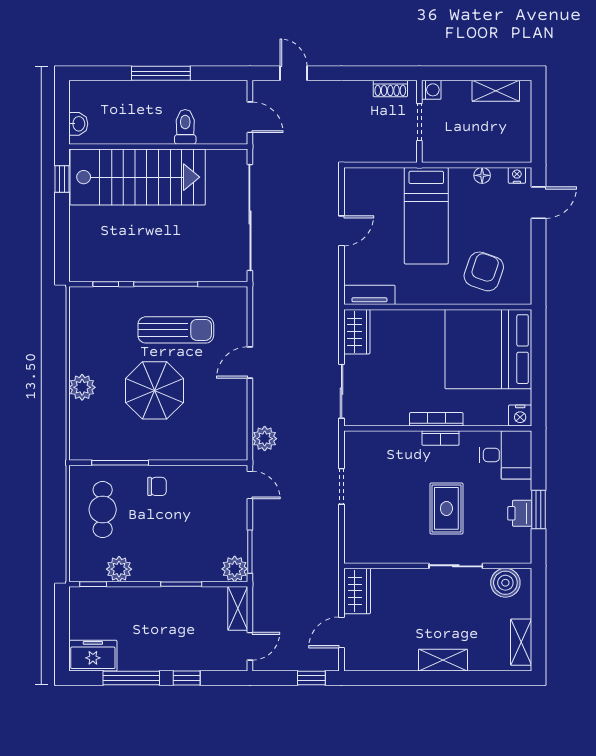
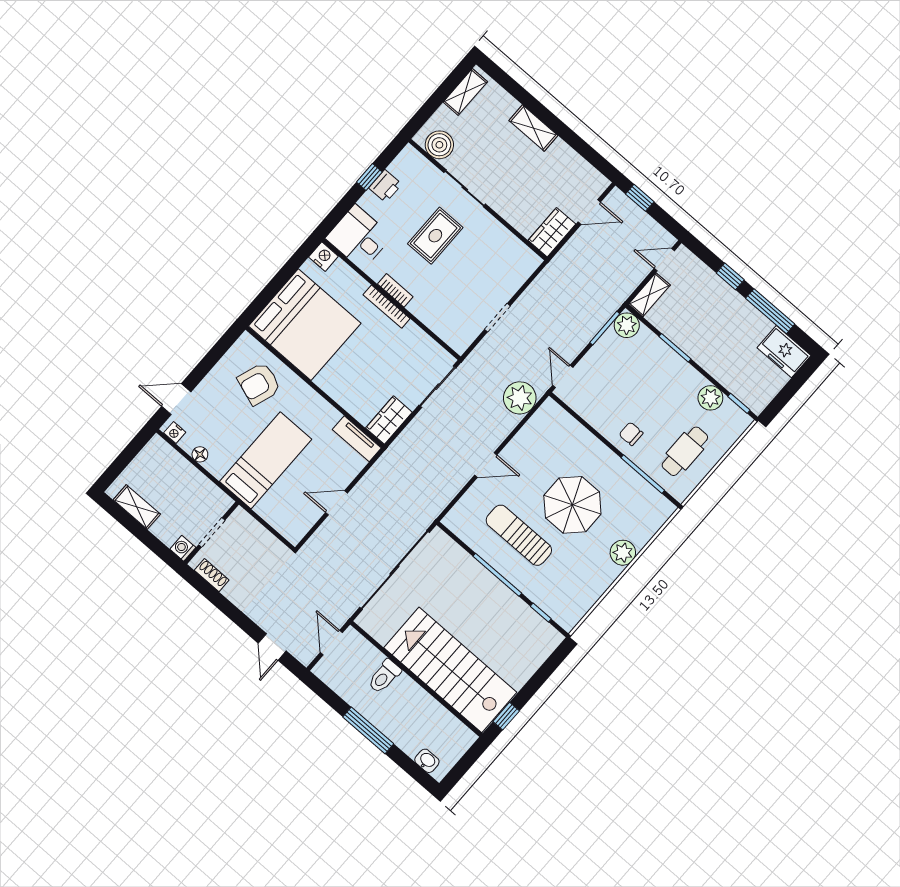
washbasin: (78, 124) -> (427, 761), moved, turned 90
plant: (265, 439) -> (520, 398), width x1.36, depth x1.36
window: (539, 510) -> (369, 177), width x0.67

